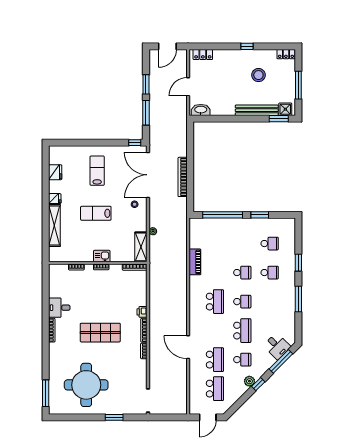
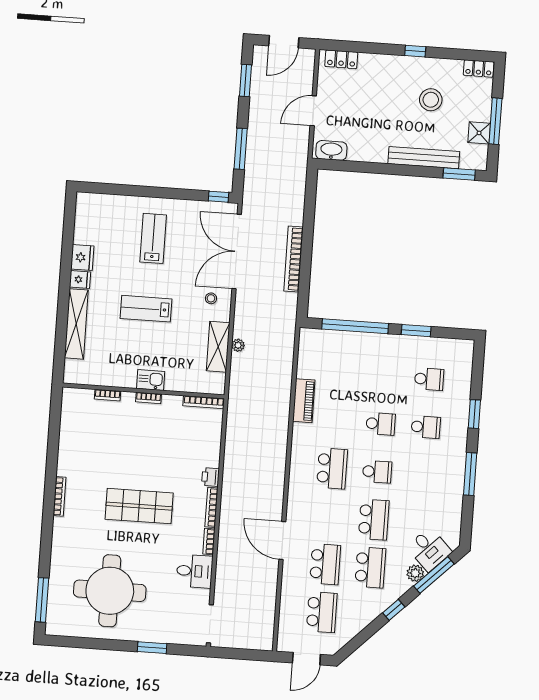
window: (146, 84) -> (246, 81), moved
shower: (285, 109) -> (479, 133), moved
fridge: (55, 172) -> (82, 257), moved
shelving: (141, 247) -> (218, 347), moved
desk: (59, 308) -> (195, 571), moved, turned 180
school desk: (242, 360) -> (370, 567), width x1.85
plant: (249, 381) -> (415, 573), moved

